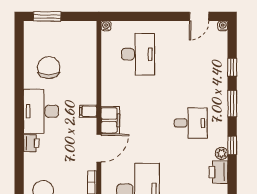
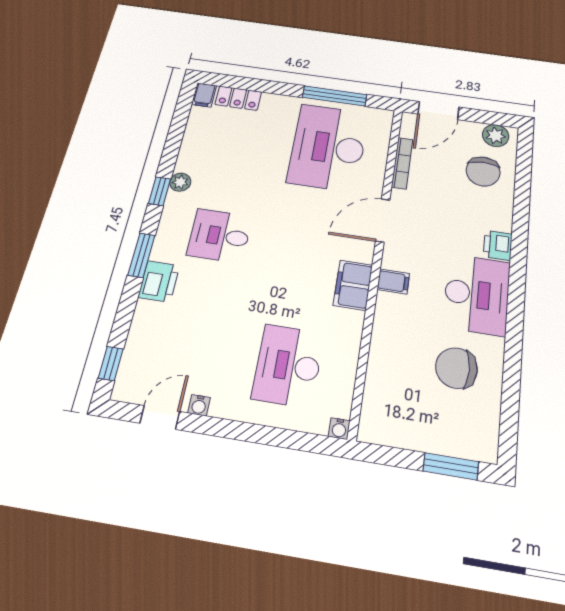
water cooler: (223, 26) -> (199, 405), moved
window: (232, 67) -> (111, 363), moved
chair: (49, 68) -> (456, 368), turned 90
filing cabinet: (110, 120) -> (353, 285), moved
printer: (218, 172) -> (159, 281), moved

